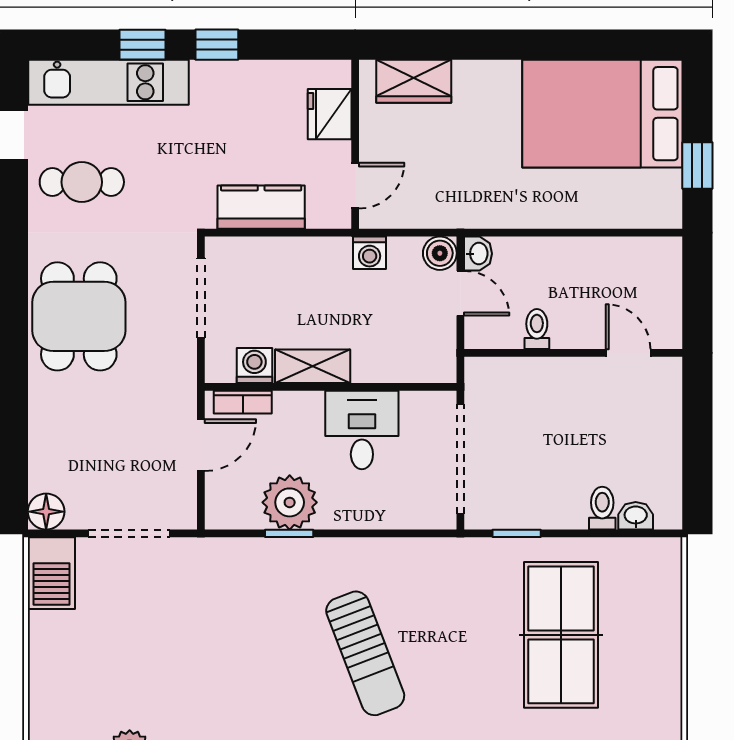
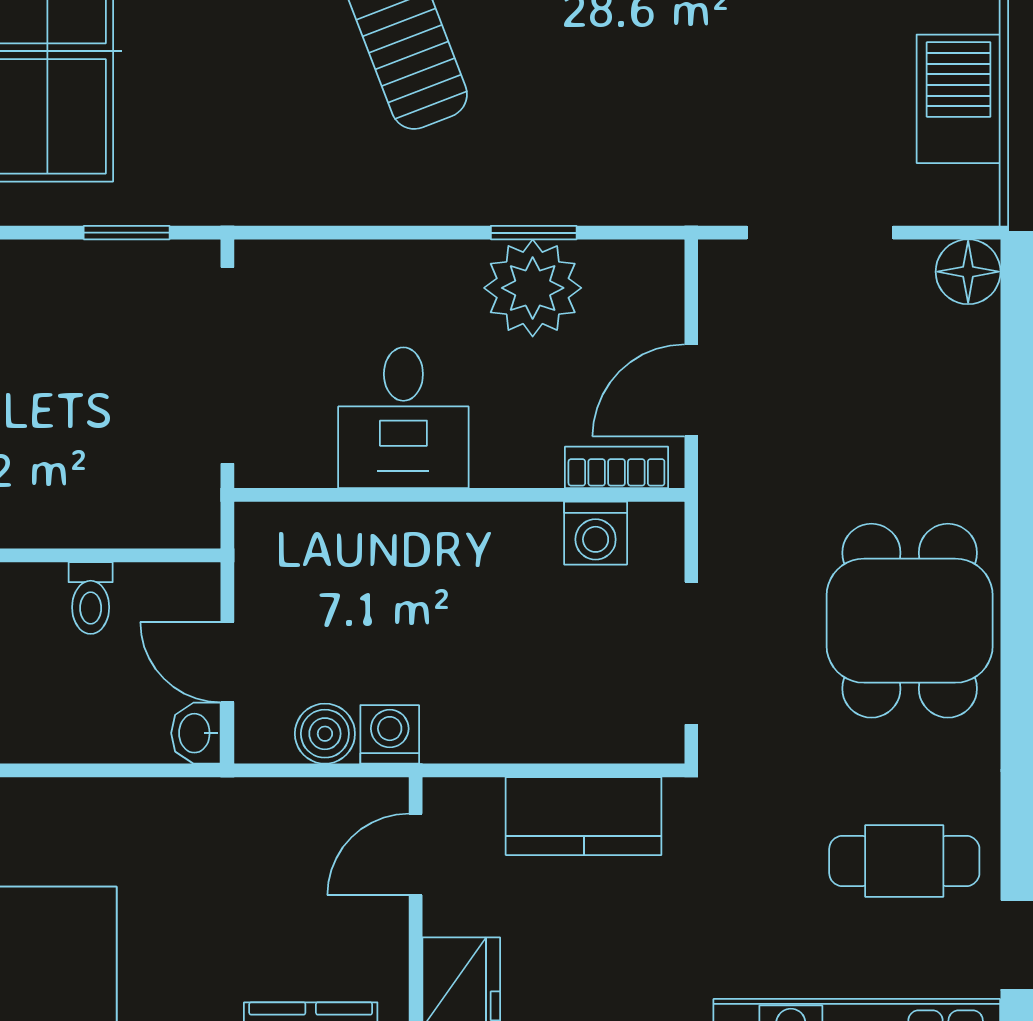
boiler: (440, 253) -> (325, 734), moved
shelving: (313, 366) -> (492, 532), removed
barbecue: (51, 573) -> (959, 99), moved

